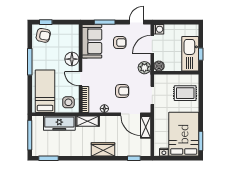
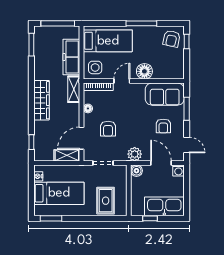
kitchen sink: (190, 54) -> (164, 206), moved
bed: (184, 134) -> (59, 193), width x0.67
wardrobe: (103, 149) -> (41, 100), width x1.50

